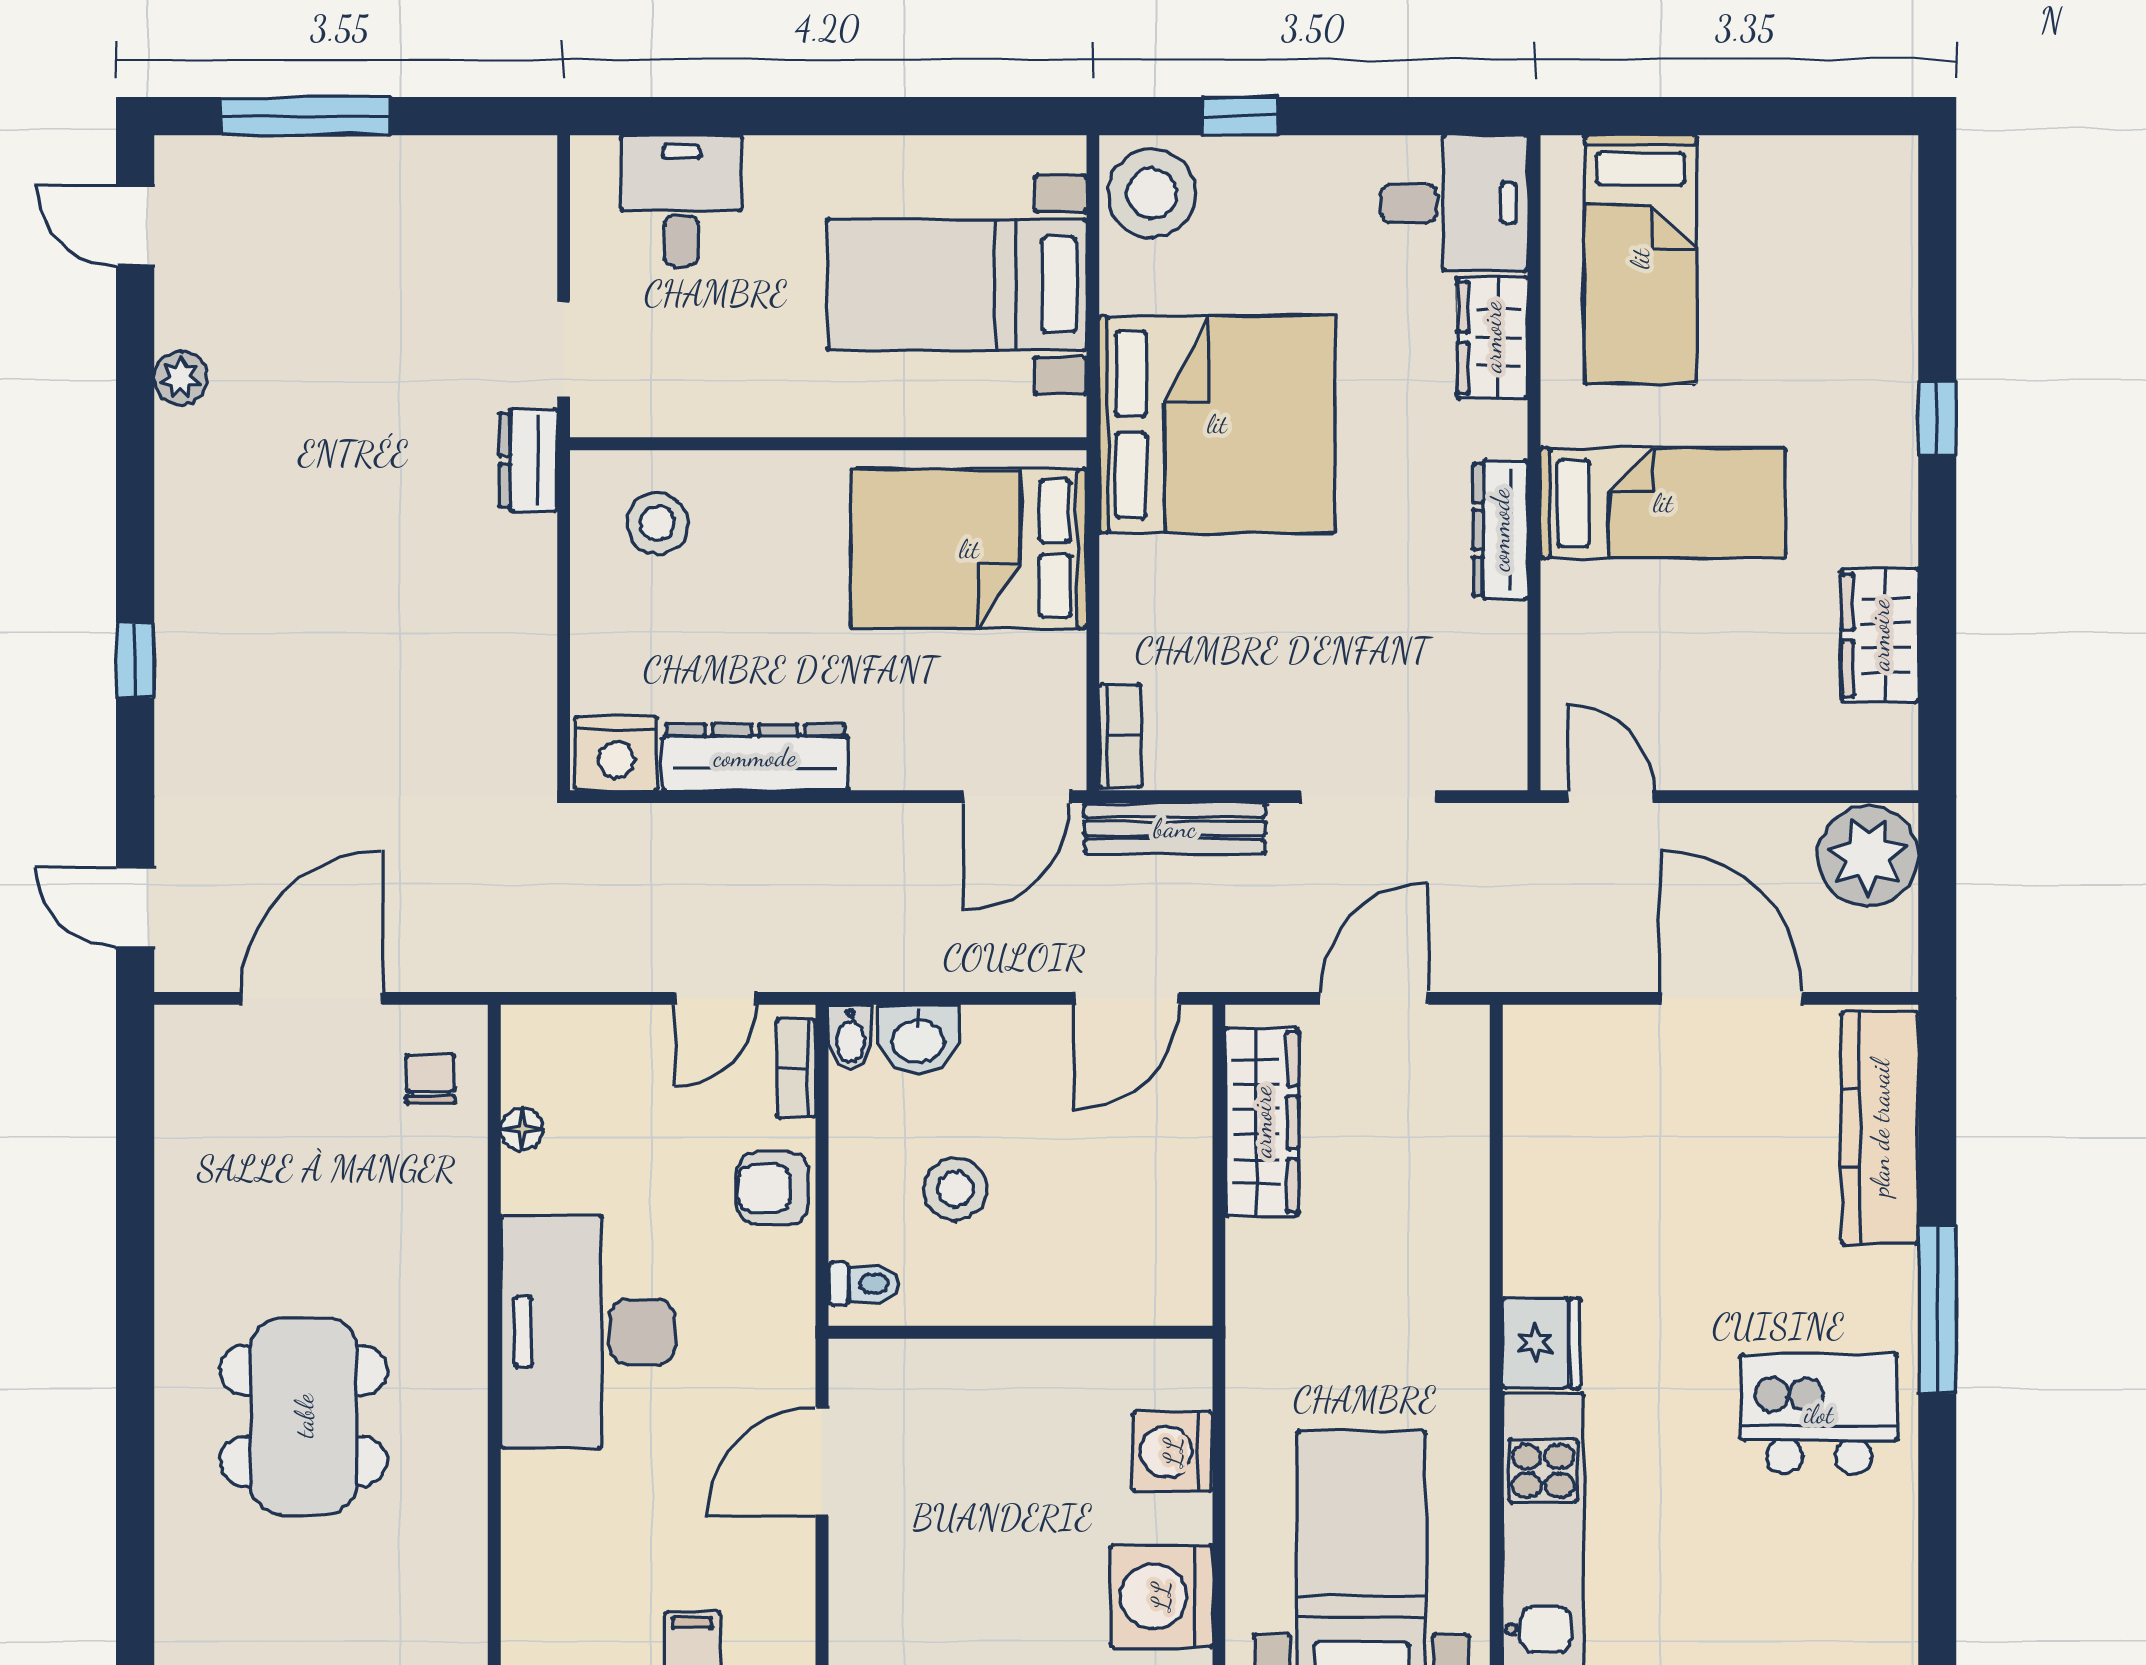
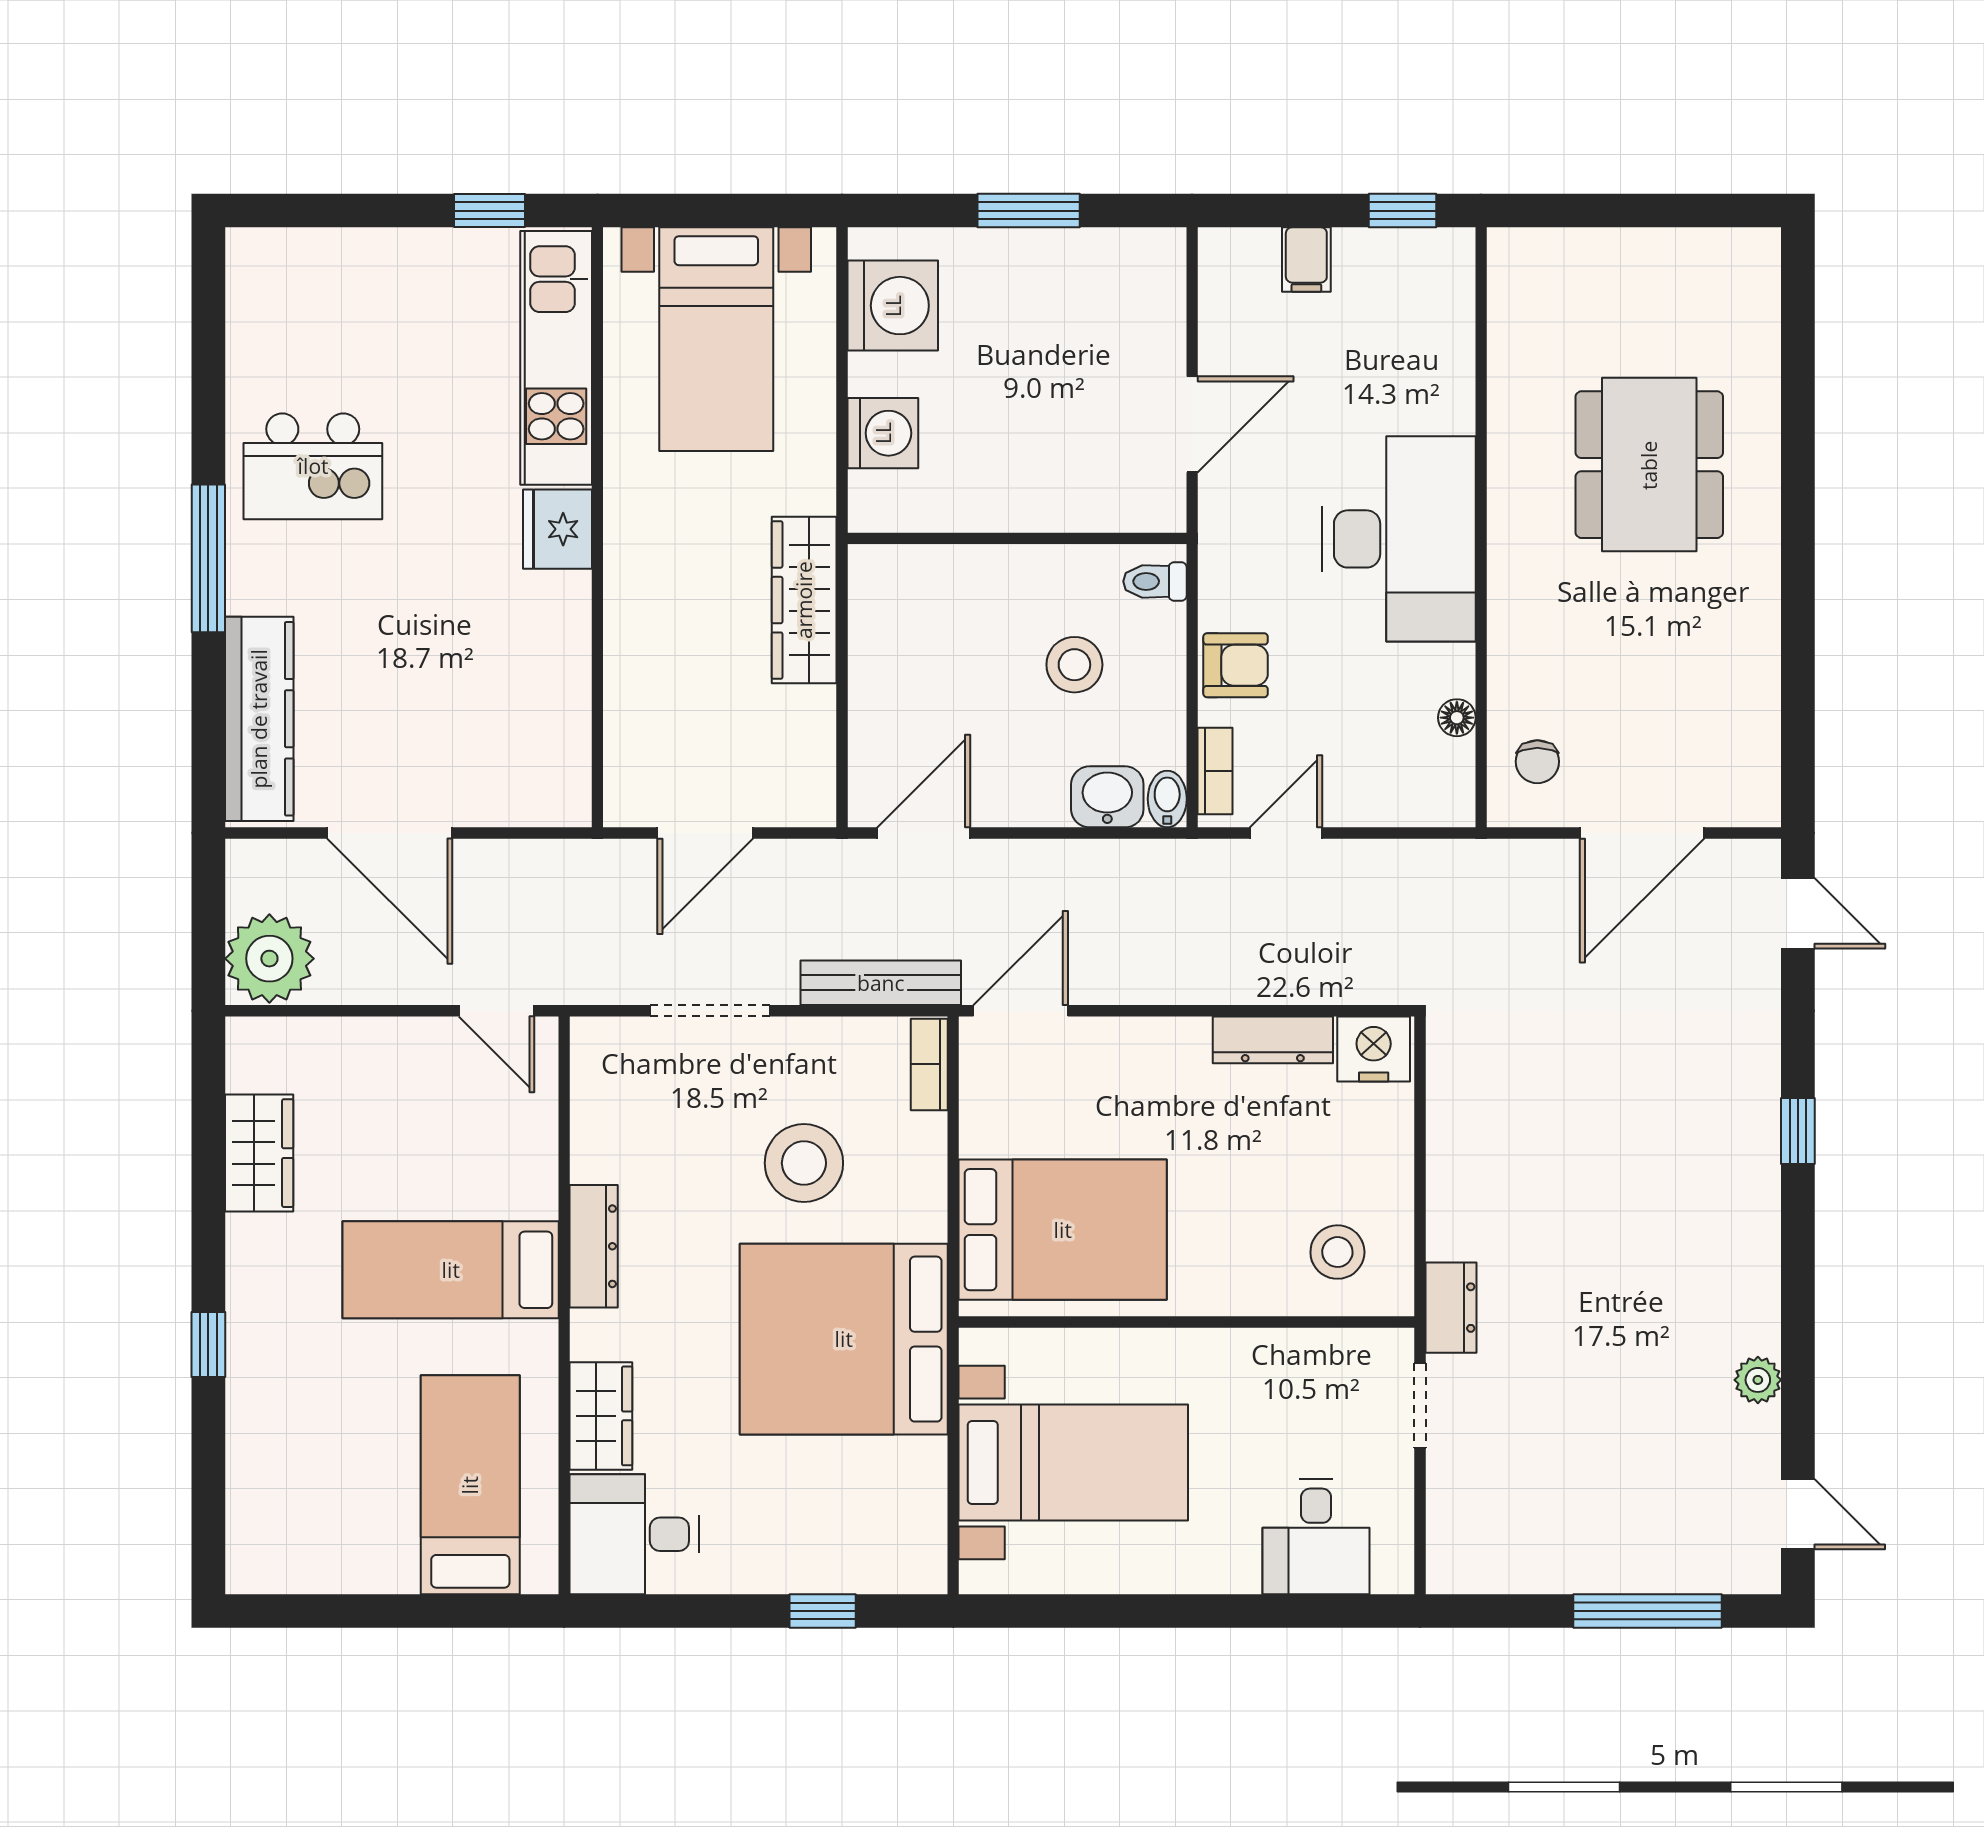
stool: (1152, 193) -> (804, 1163), moved
dresser: (755, 757) -> (1273, 1040), width x0.73, depth x0.80
wardrobe: (1262, 1122) -> (804, 600), moved

